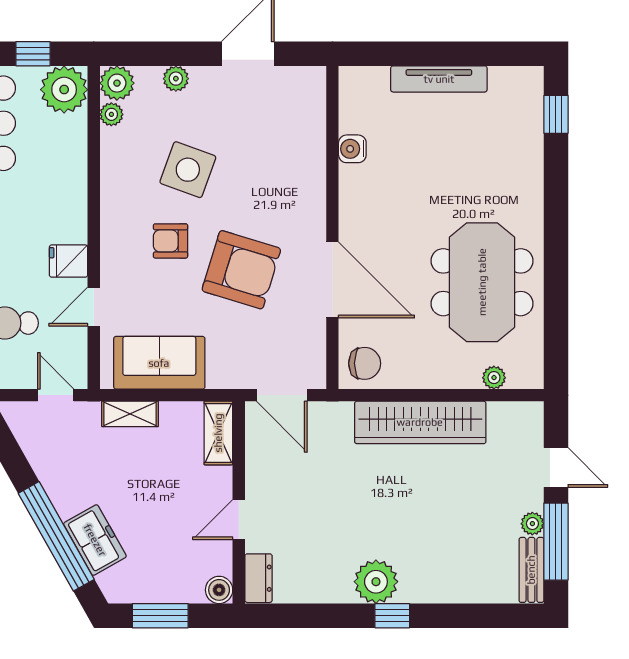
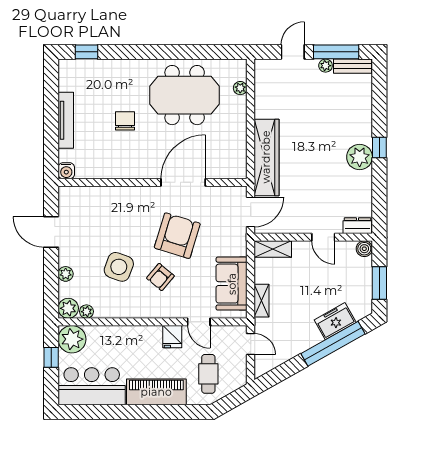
water cooler: (352, 149) -> (66, 171), moved
armchair: (170, 241) -> (160, 277), turned 40
chair: (365, 363) -> (125, 121), moved
door: (56, 395) -> (251, 344), swing flipped
wardrobe: (420, 422) -> (266, 157), moved

